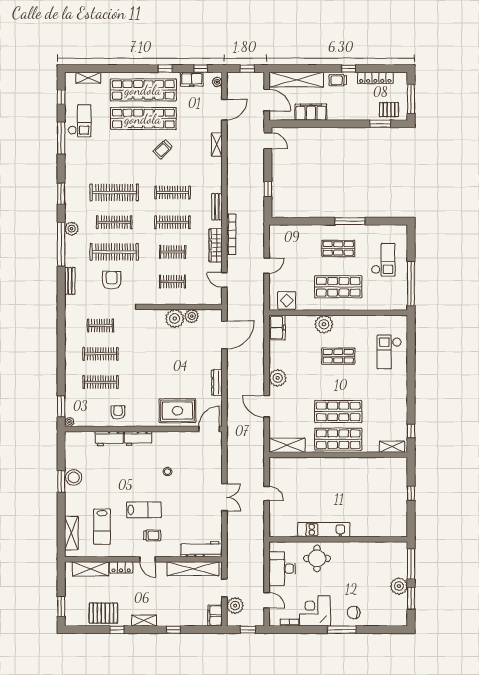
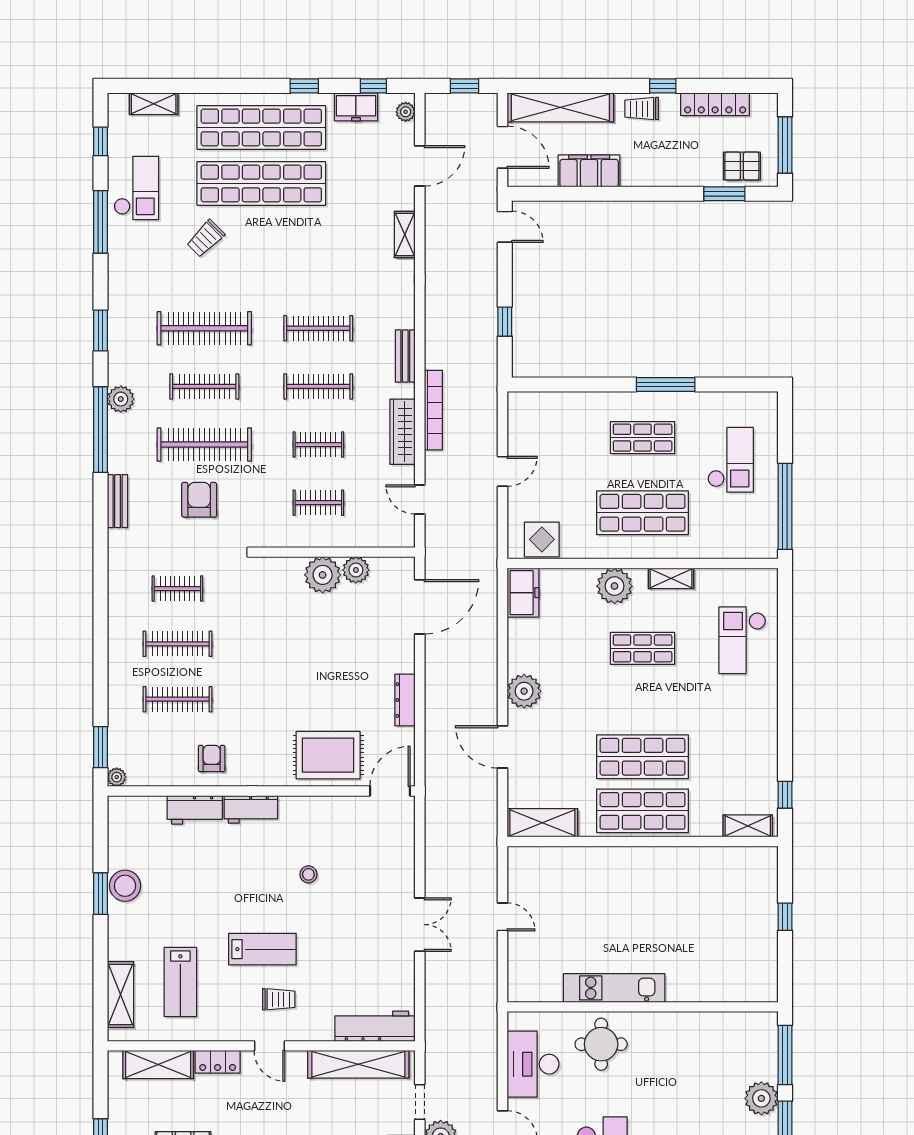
trolley: (163, 149) -> (206, 238), moved
shelving: (353, 320) -> (671, 578), added

